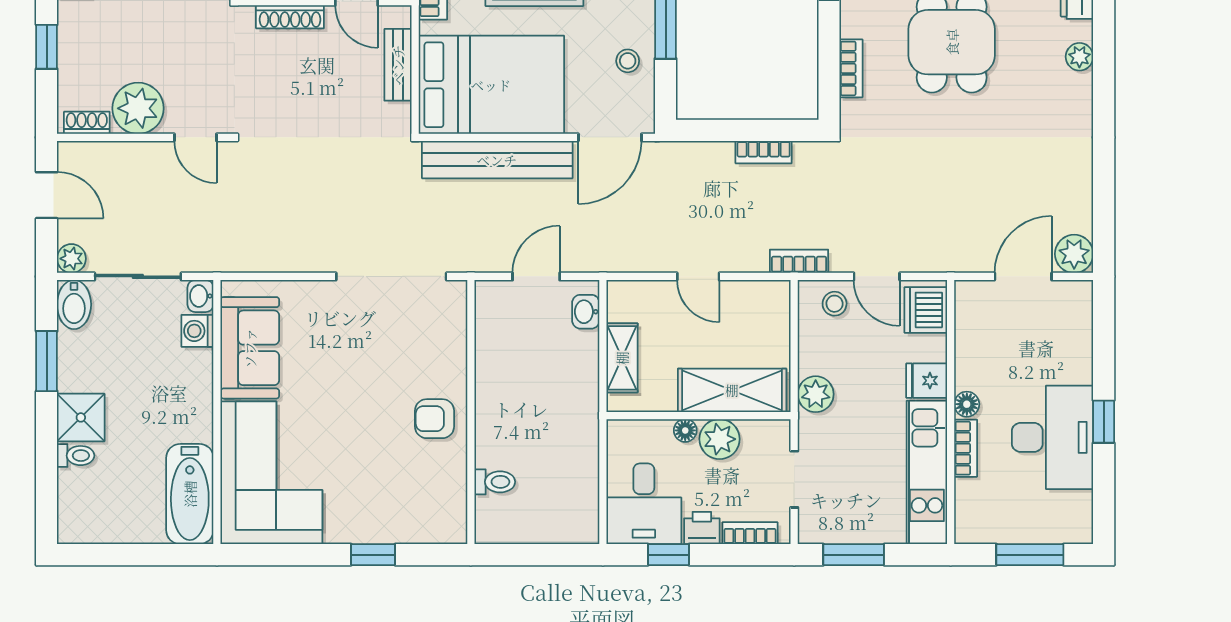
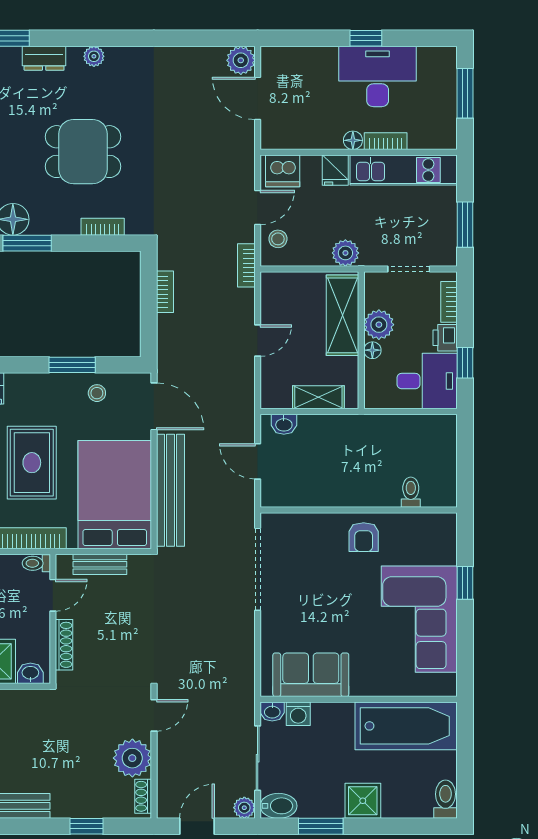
toilet: (76, 456) -> (446, 799), moved, width x1.37, depth x1.39
corner sofa: (271, 473) -> (419, 619), moved, turned -90
bathtub: (190, 494) -> (406, 726), width x1.36, depth x1.36

